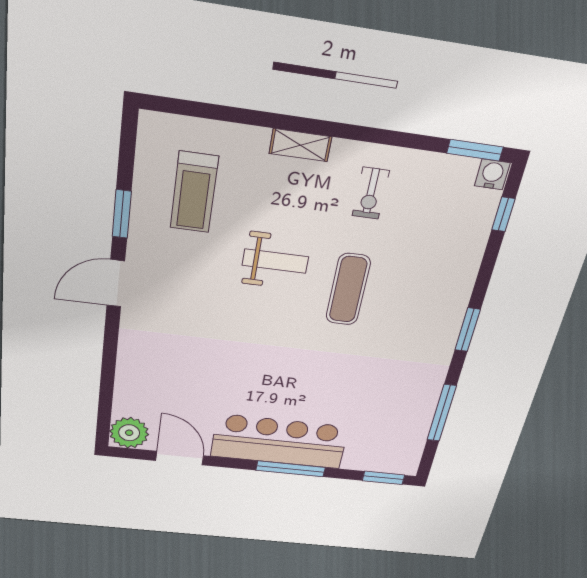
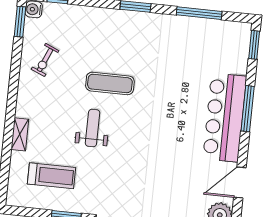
shelving: (300, 145) -> (20, 134), moved
exercise bike: (371, 193) -> (45, 60), moved, turned 113

